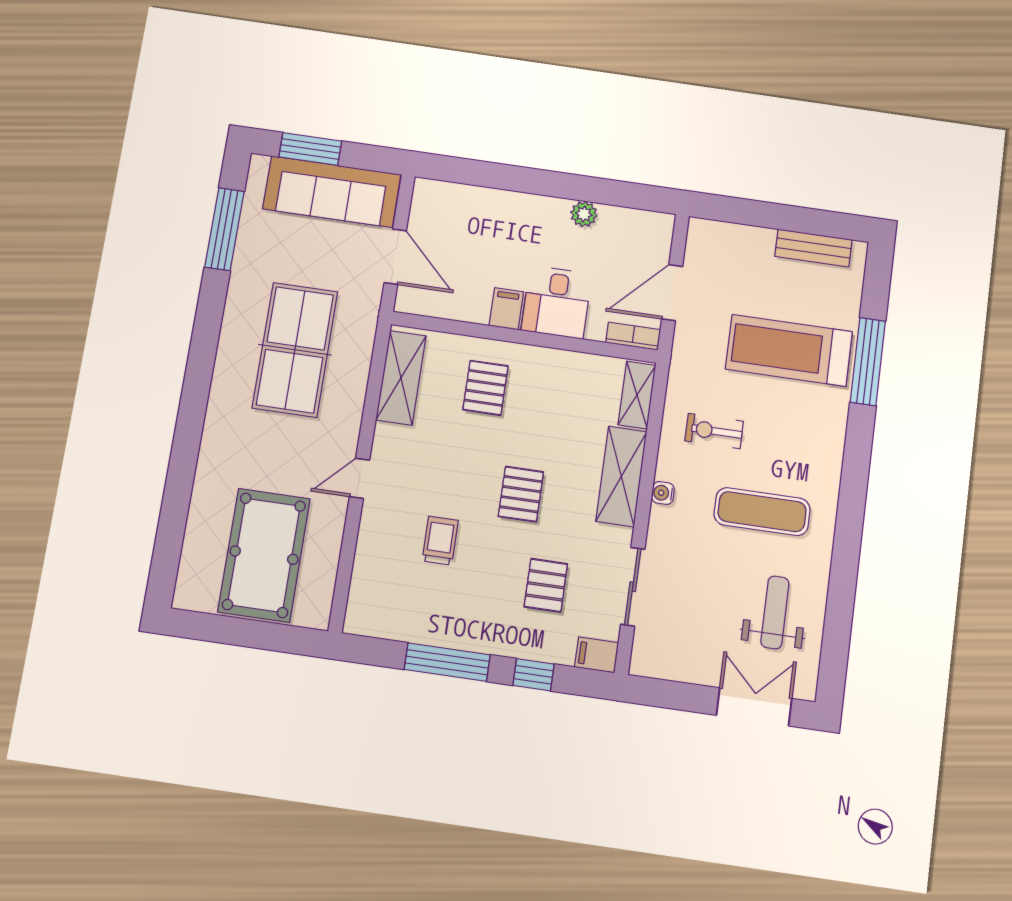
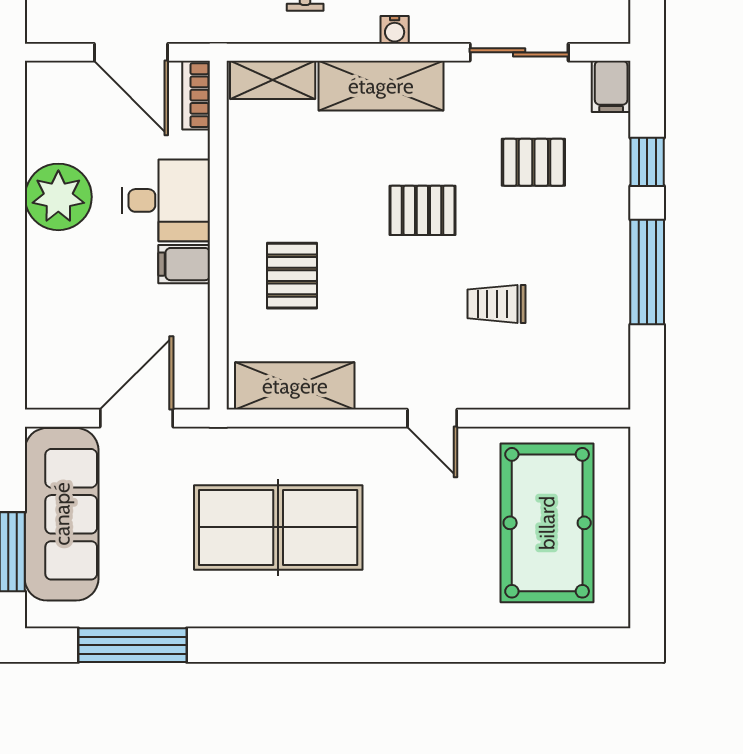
plant: (584, 214) -> (58, 197), width x1.87, depth x1.87
pallet: (485, 388) -> (292, 276), turned 90
pool table: (264, 555) -> (547, 523), turned 90

